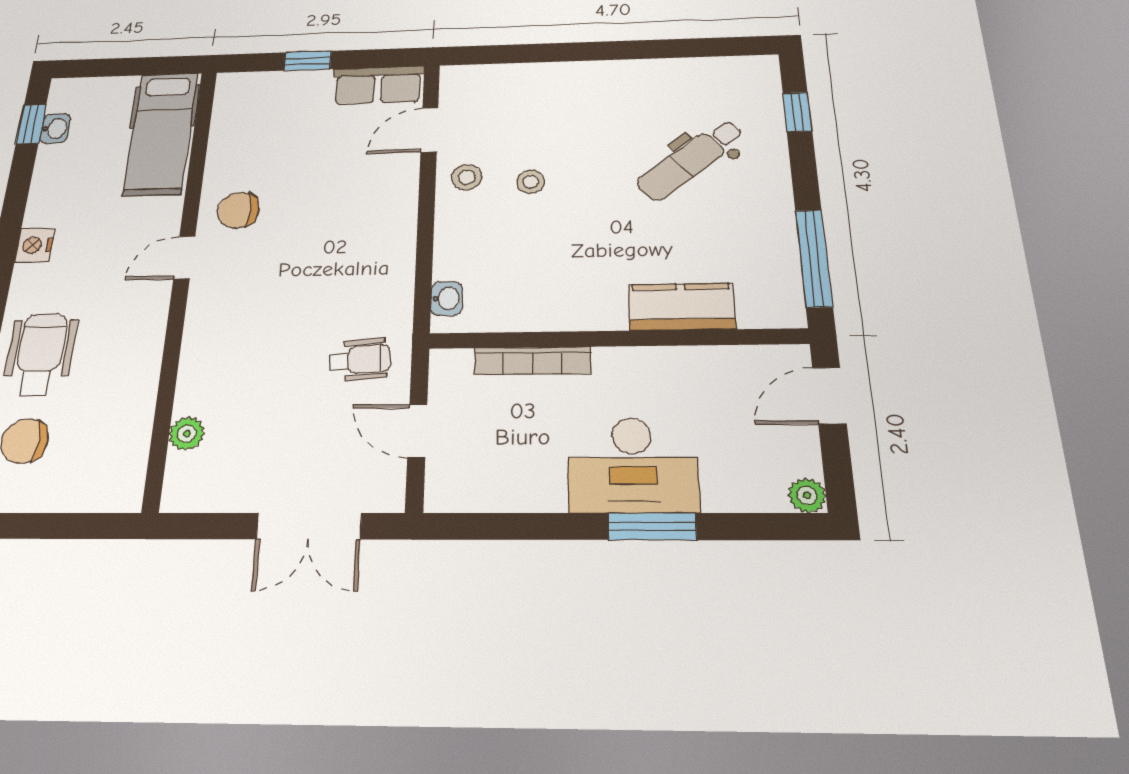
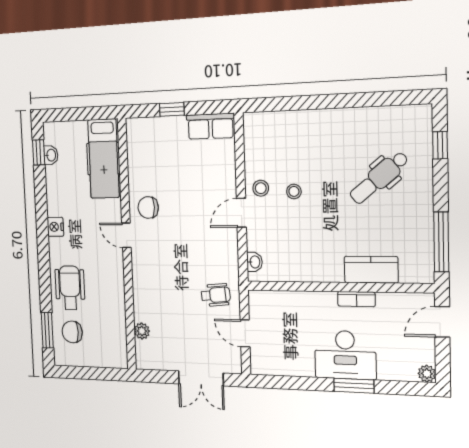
door: (429, 130) -> (241, 213), moved
door: (184, 257) -> (126, 235), hinge flipped
bookcase: (533, 361) -> (356, 299), moved, width x0.64

